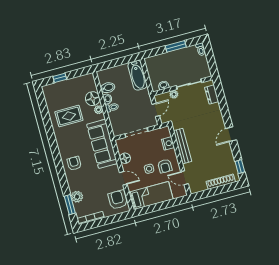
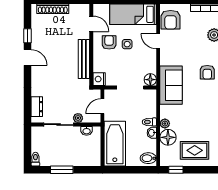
bathtub: (138, 75) -> (115, 144), width x1.36, depth x1.36
window: (60, 78) -> (176, 170), moved
bidet: (108, 88) -> (148, 158), moved
rug: (69, 116) -> (195, 150), moved
door: (231, 134) -> (27, 57), hinge flipped
nightstand: (168, 143) -> (99, 79), moved
sofa: (102, 144) -> (171, 85), width x0.73
floor lamp: (125, 158) -> (150, 80), moved
window: (240, 167) -> (27, 36), moved

